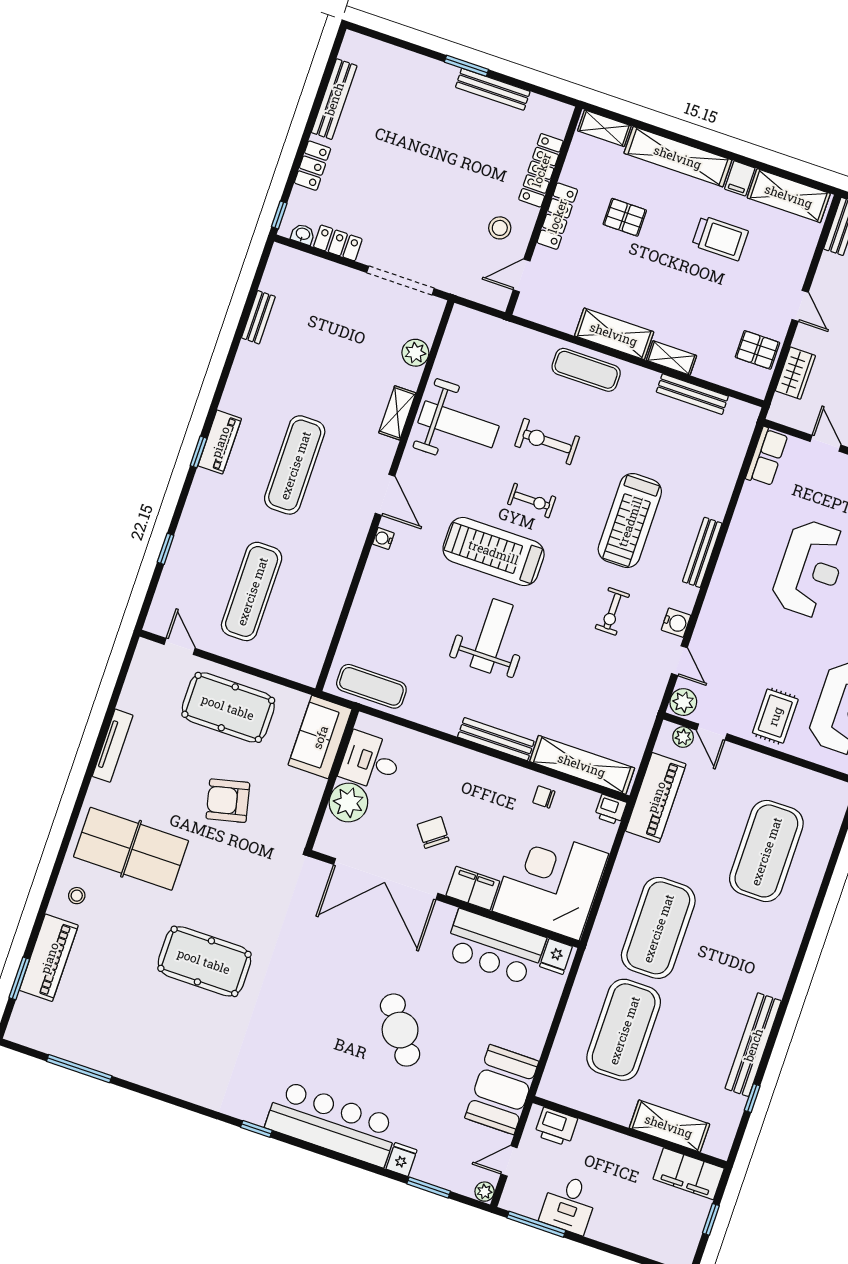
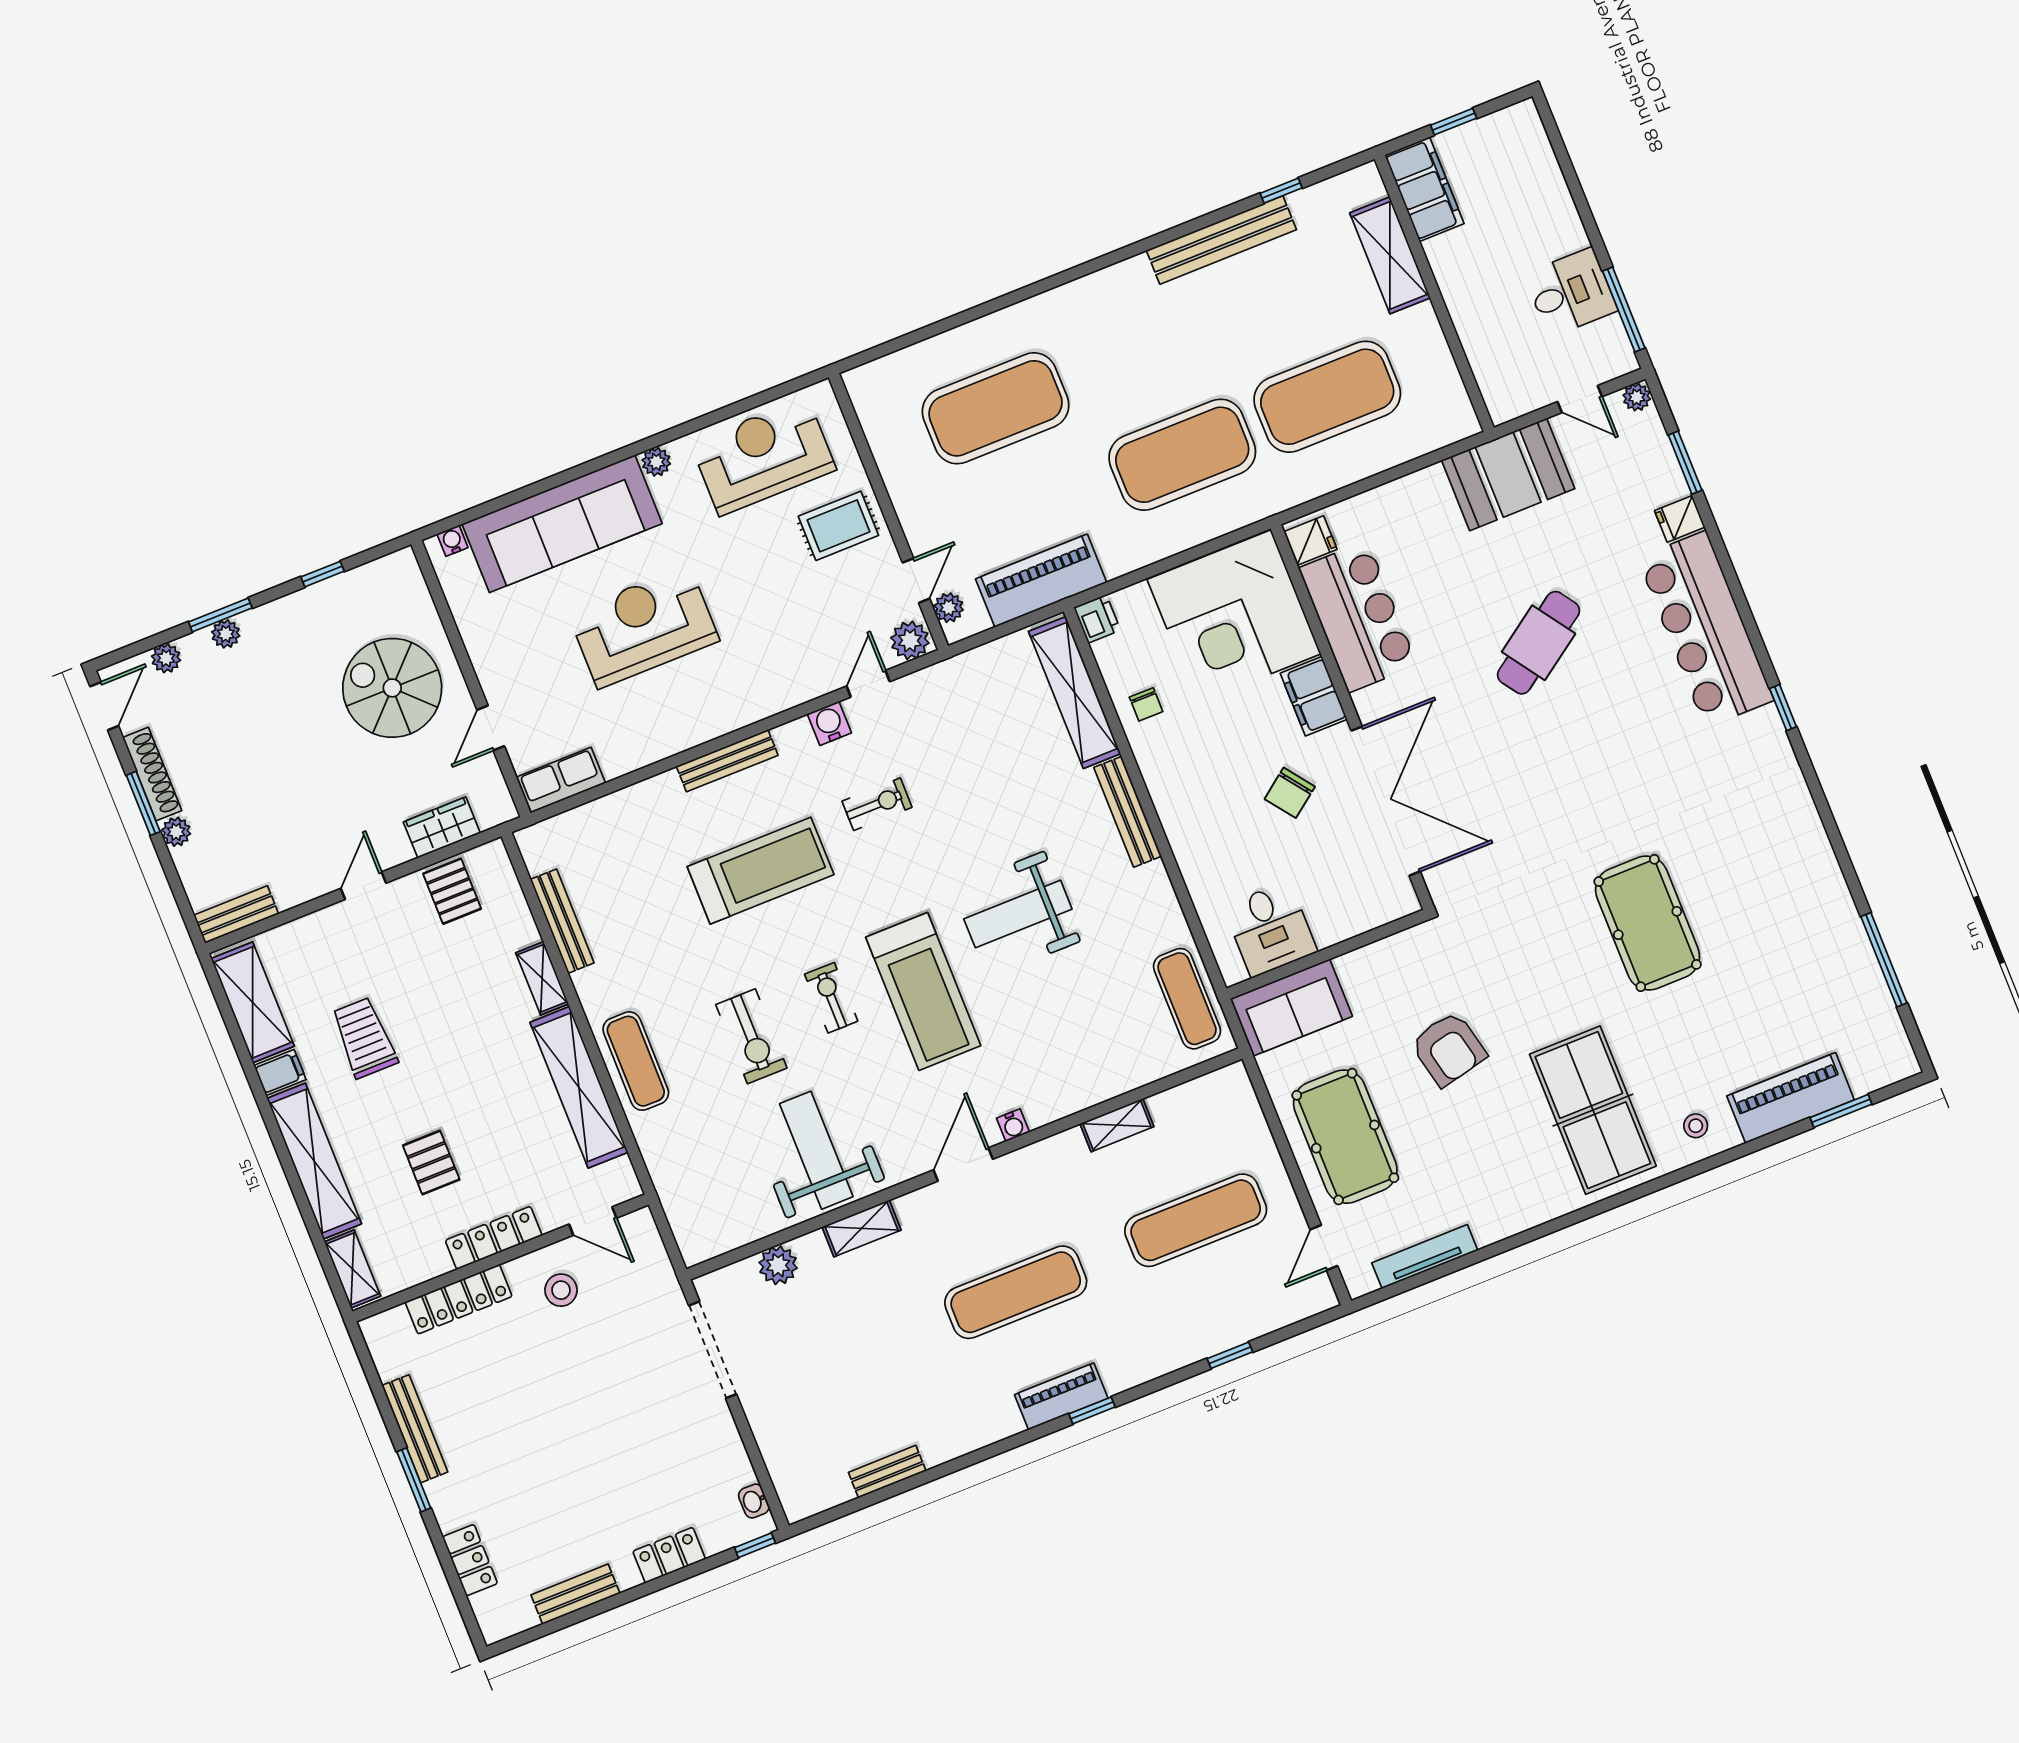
bench: (334, 99) -> (575, 1594), width x0.73
locker: (338, 243) -> (470, 1560), moved, turned 180
shelving: (614, 334) -> (579, 1087), width x1.47
shelving: (337, 593) -> (1117, 1125), added
tv unit: (113, 746) -> (1425, 1257), moved
plant: (348, 802) -> (1337, 914), removed
printer: (556, 1127) -> (1498, 380), removed

